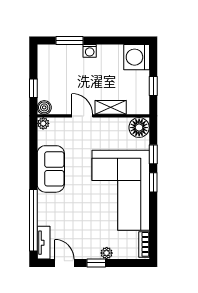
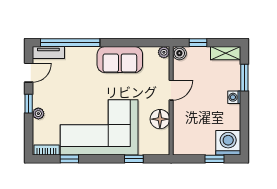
window: (153, 86) -> (215, 159), moved
shelving: (111, 107) -> (226, 53), moved, turned 90
floor lamp: (139, 128) -> (160, 119), moved
window: (153, 182) -> (69, 159), moved

